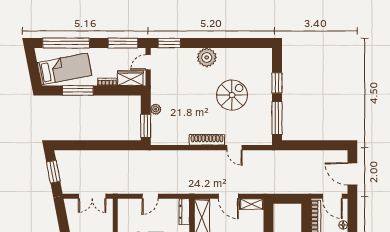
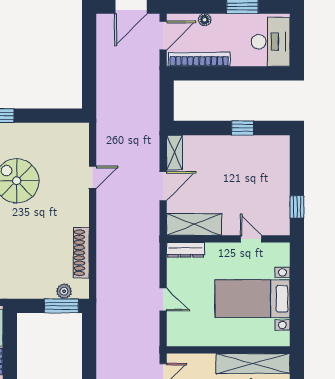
plant: (156, 109) -> (64, 291), moved
window: (277, 118) -> (50, 116), removed
shoe rack: (207, 140) -> (81, 253), moved

